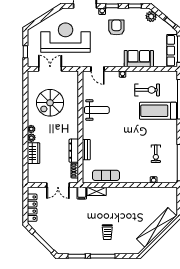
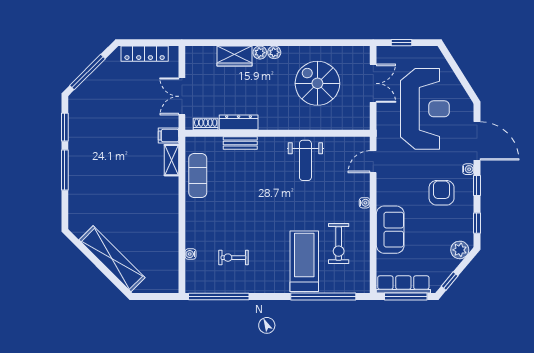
armchair: (116, 27) -> (442, 193), turned -90
trolley: (107, 232) -> (104, 178), removed

